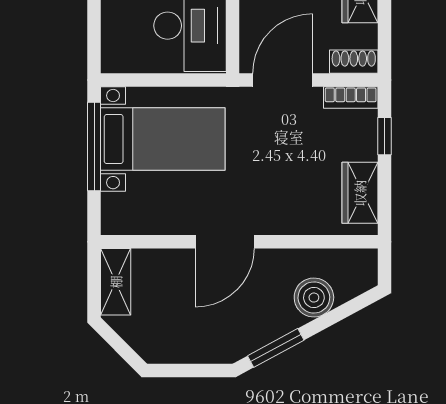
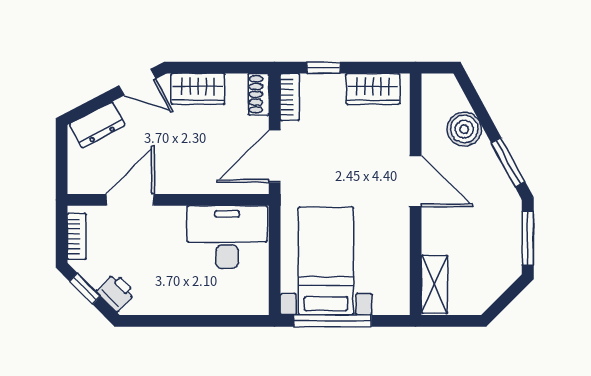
door: (283, 80) -> (275, 156), hinge flipped
door: (225, 242) -> (416, 181), moved
shelving: (116, 282) -> (434, 284), moved, turned 90
window: (188, 370) -> (528, 238), added

